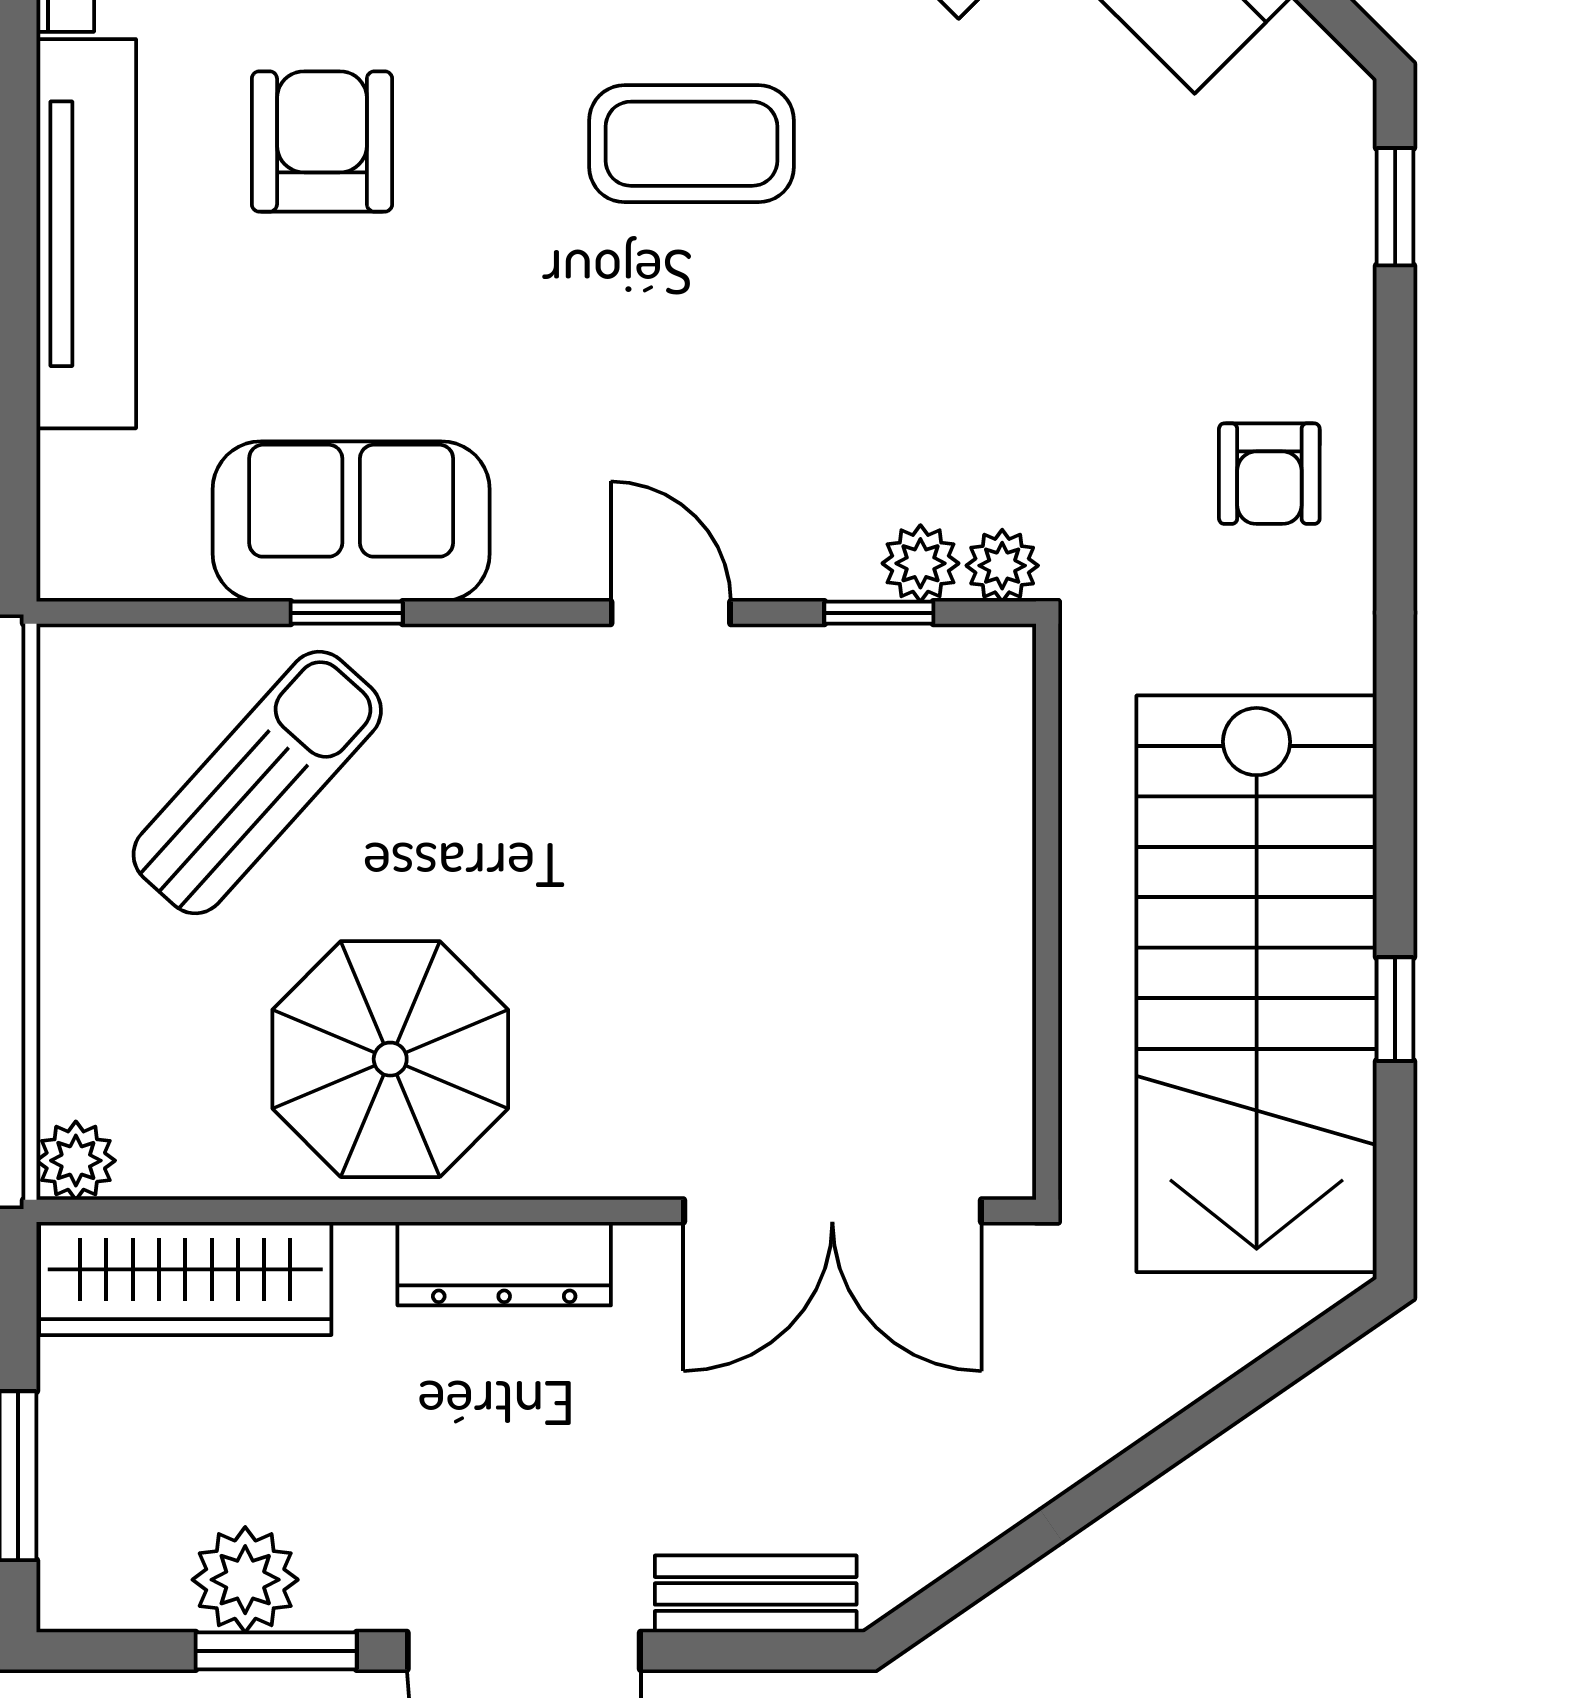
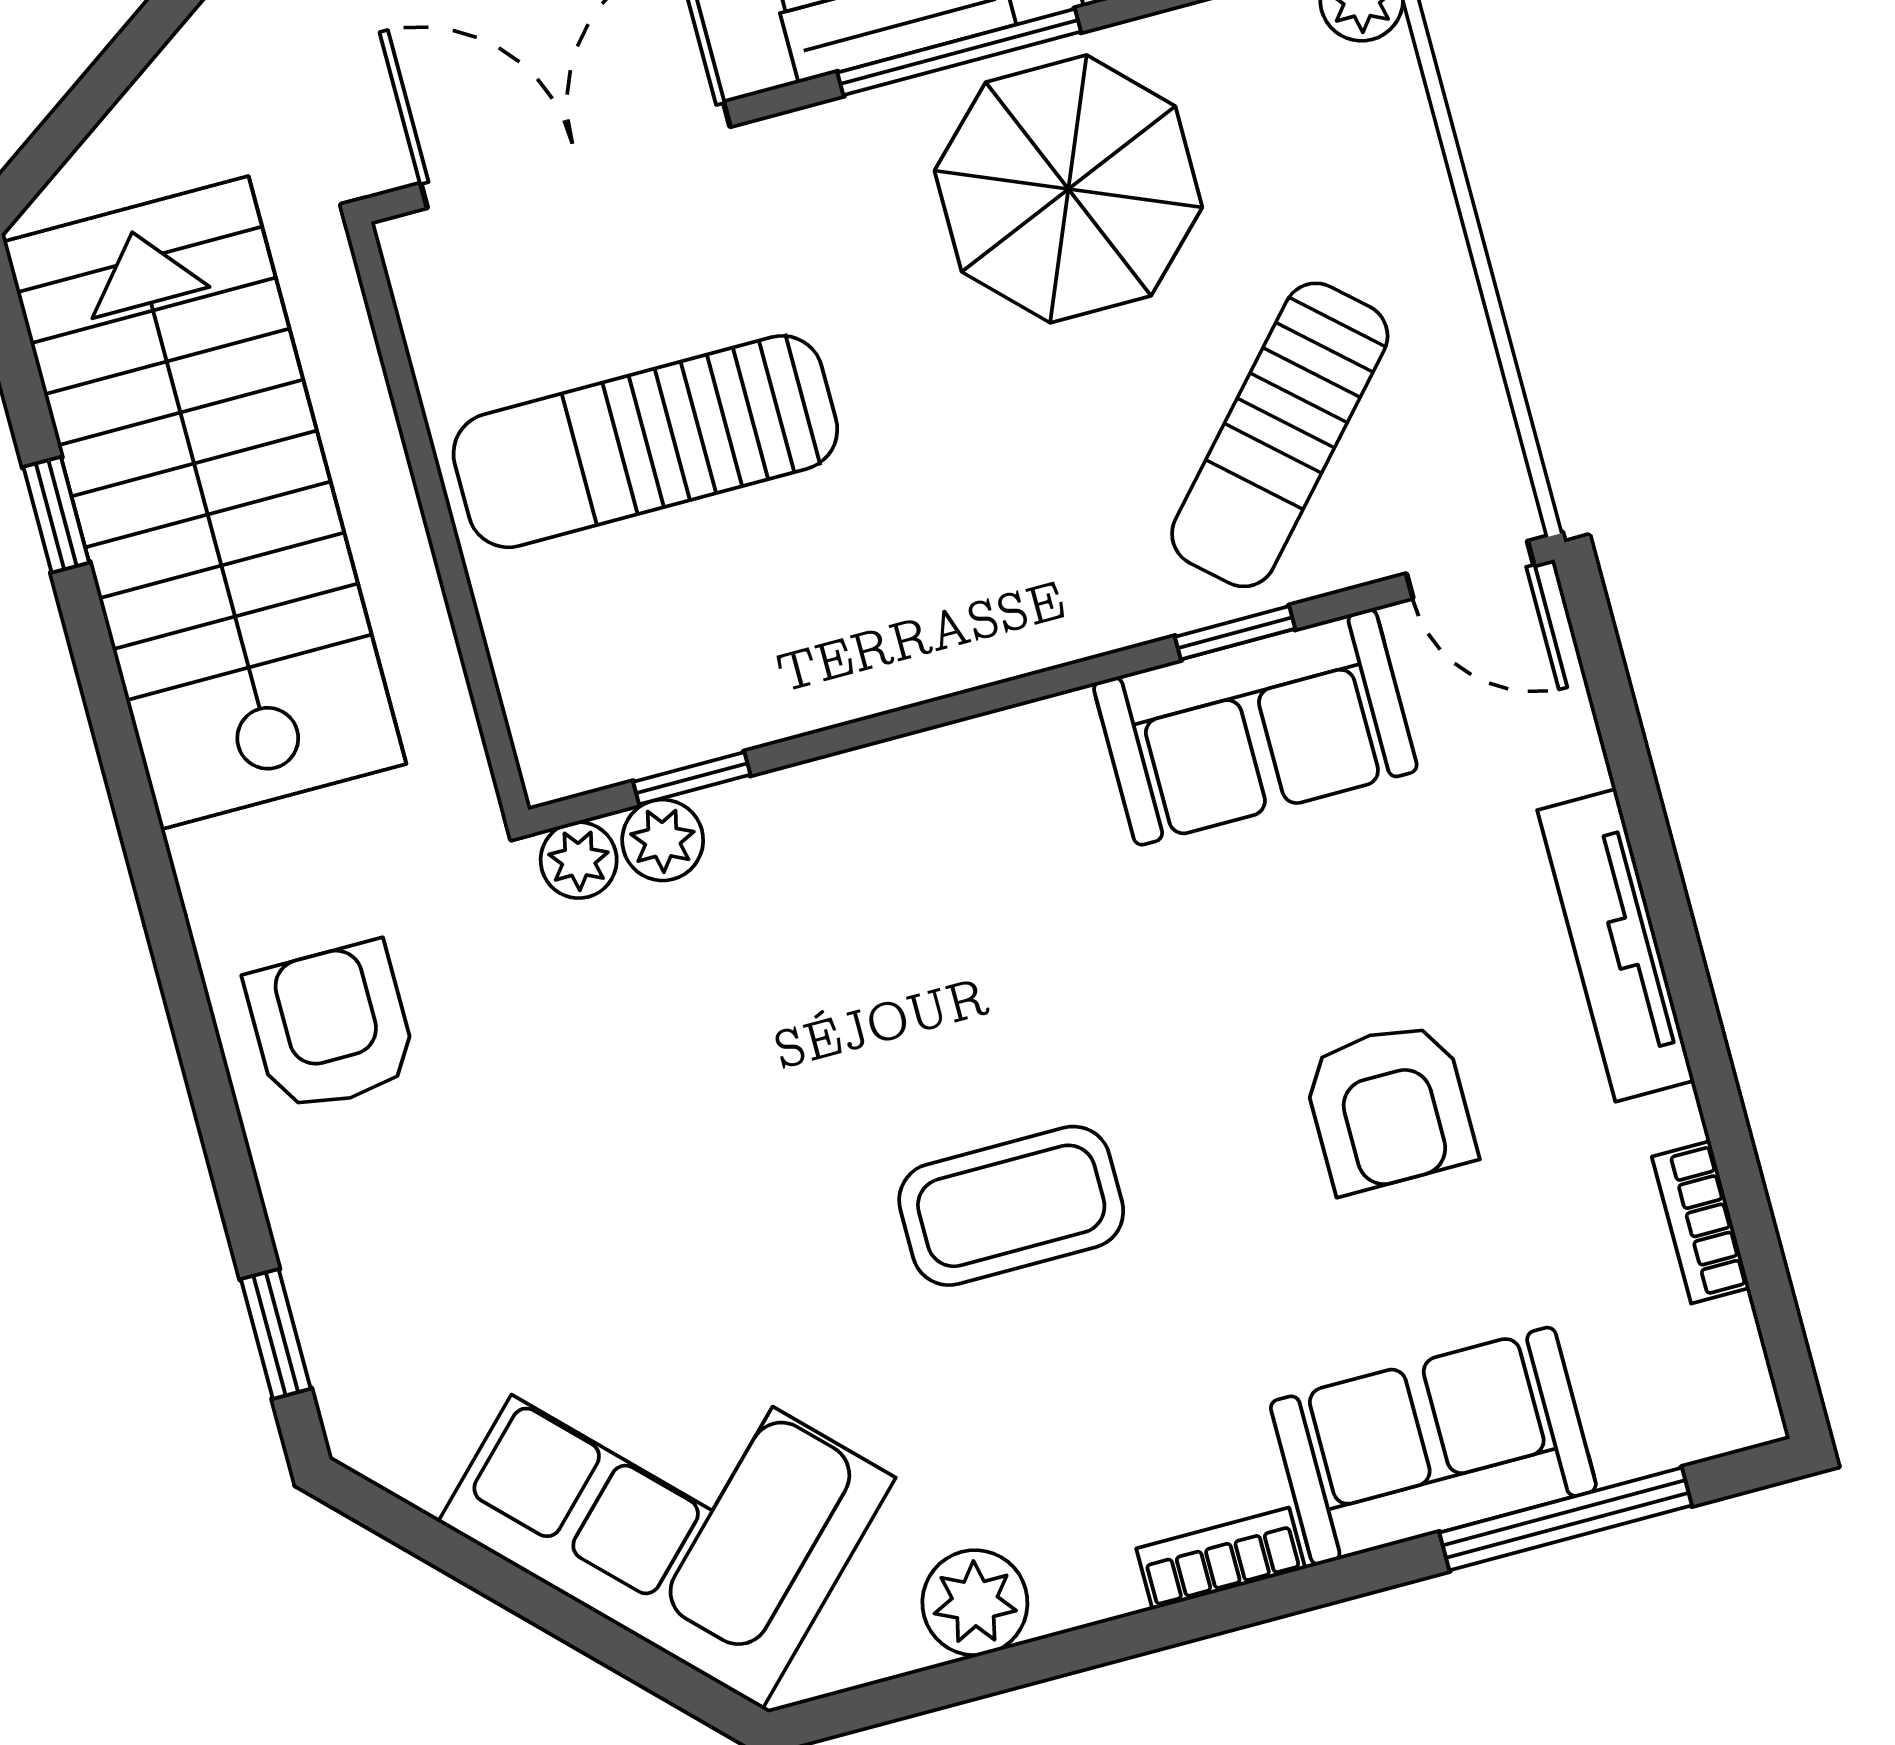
tv unit: (86, 234) -> (1616, 945), width x0.73, depth x0.78
armchair: (1269, 474) -> (331, 1027), width x1.38, depth x1.38
door: (671, 613) -> (1470, 570), moved
sun lounger: (839, 932) -> (645, 442), added
window: (457, 1211) -> (959, 52), added

